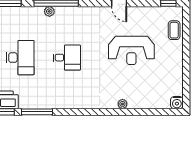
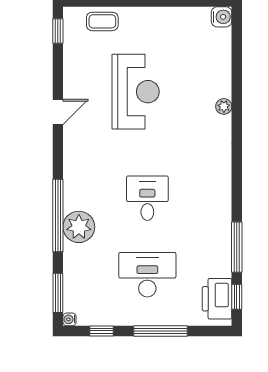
plant: (49, 11) -> (79, 227), width x1.87, depth x1.87

